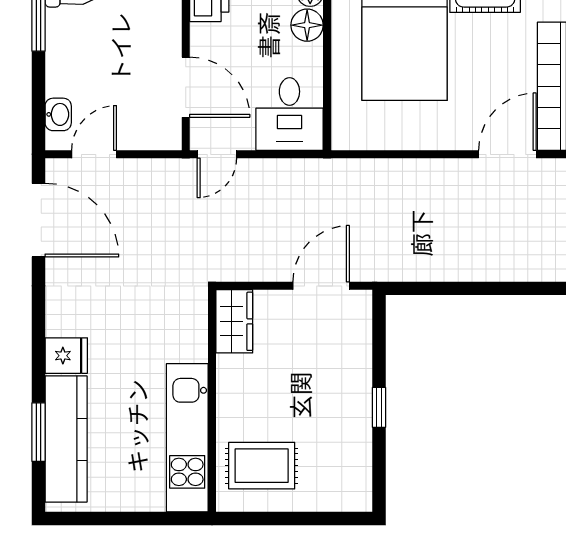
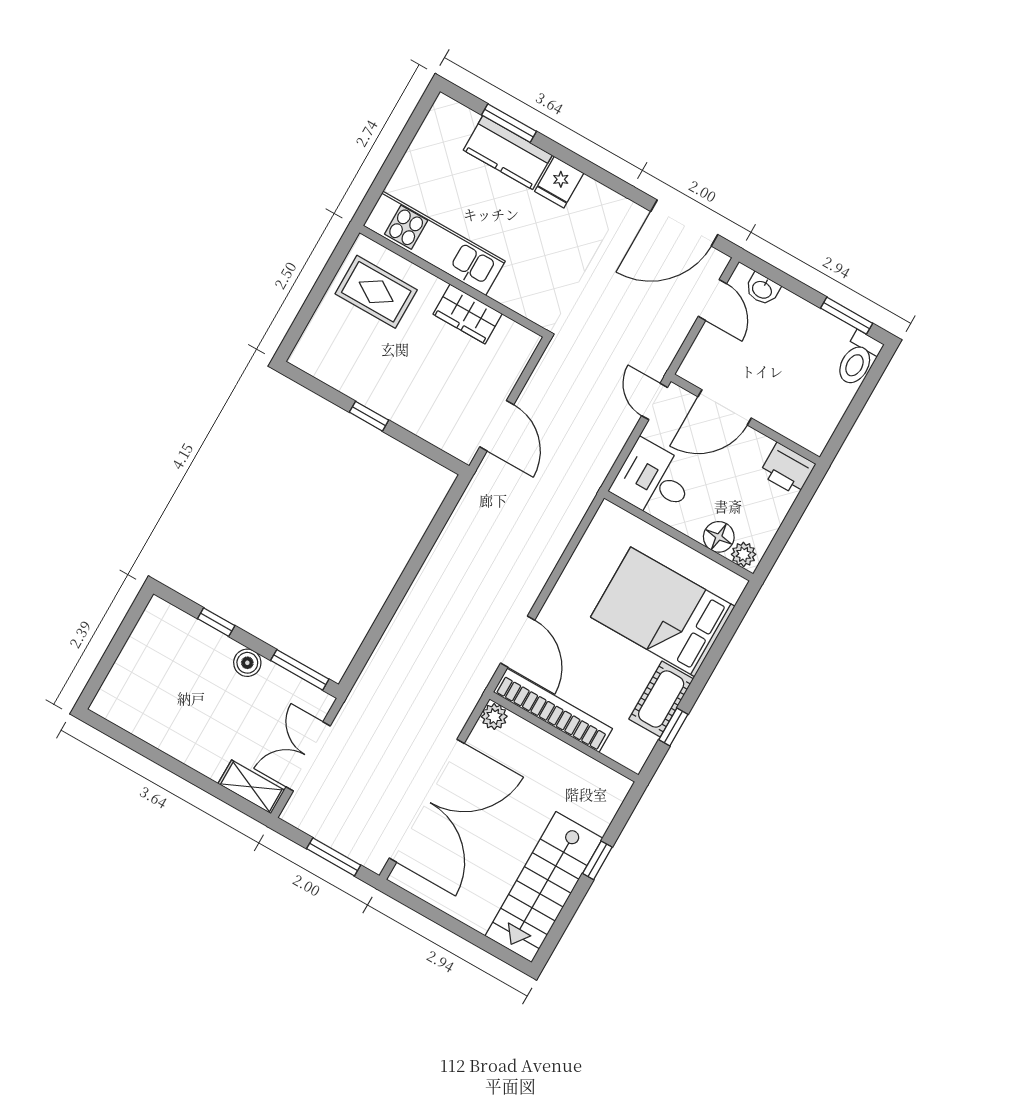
wardrobe: (234, 321) -> (468, 314), moved
kitchen counter: (66, 439) -> (508, 153), width x0.67
rug: (262, 466) -> (376, 292), turned 90

